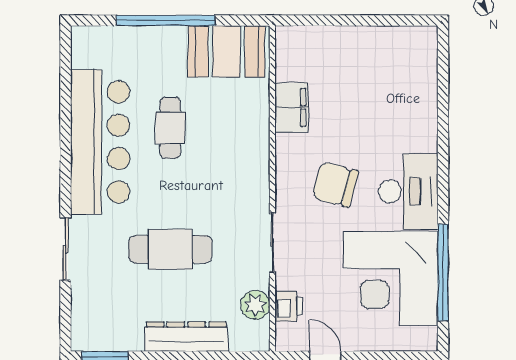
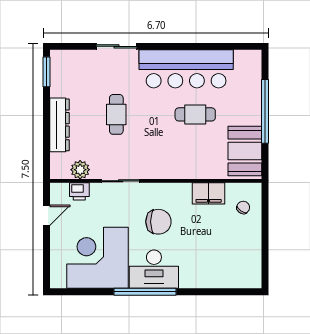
chair: (313, 54) -> (243, 207), added
chair: (335, 184) -> (158, 222), turned 75
cafe table: (170, 249) -> (116, 114), width x0.73, depth x0.74
window: (443, 272) -> (145, 292), moved

